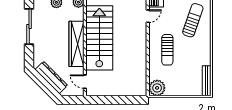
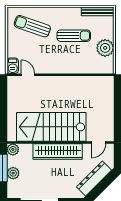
sun lounger: (167, 50) -> (74, 36), moved
plant: (157, 88) -> (105, 48), moved

